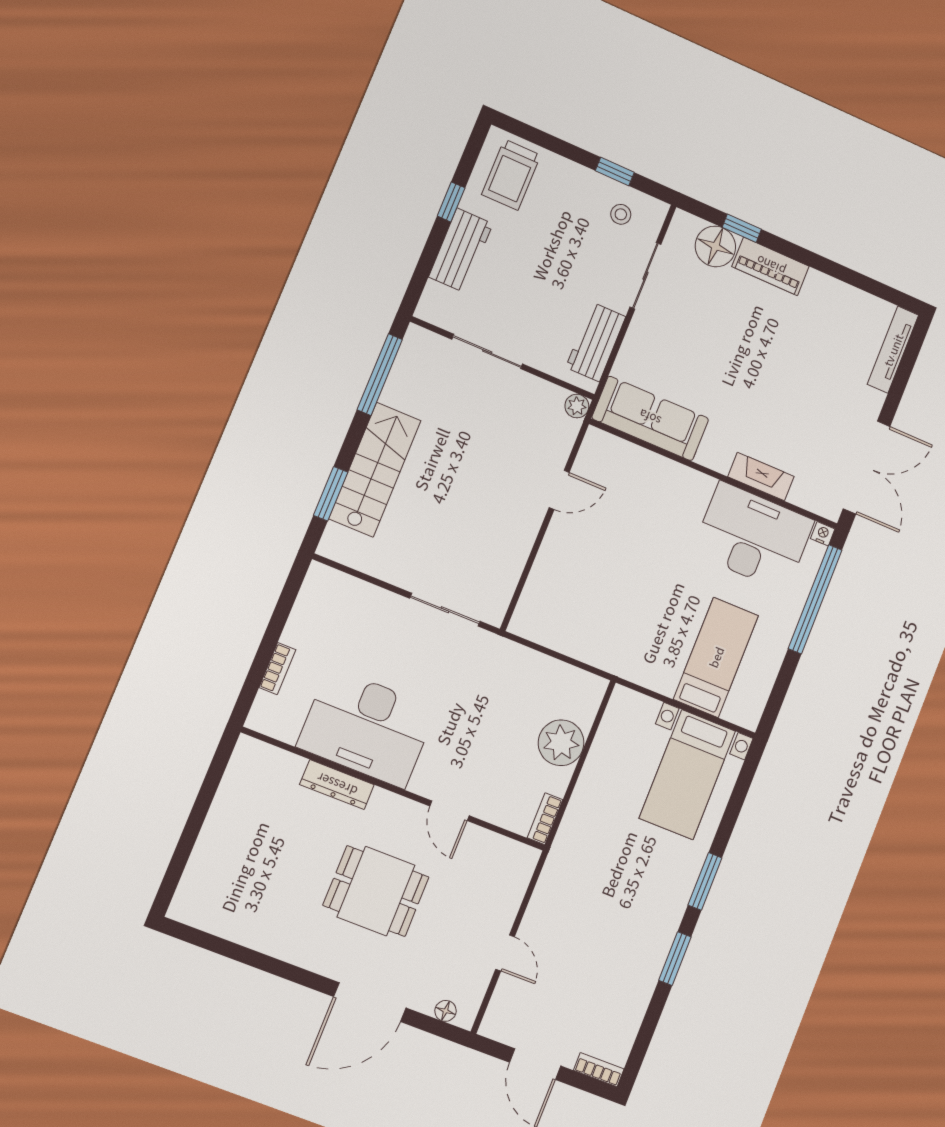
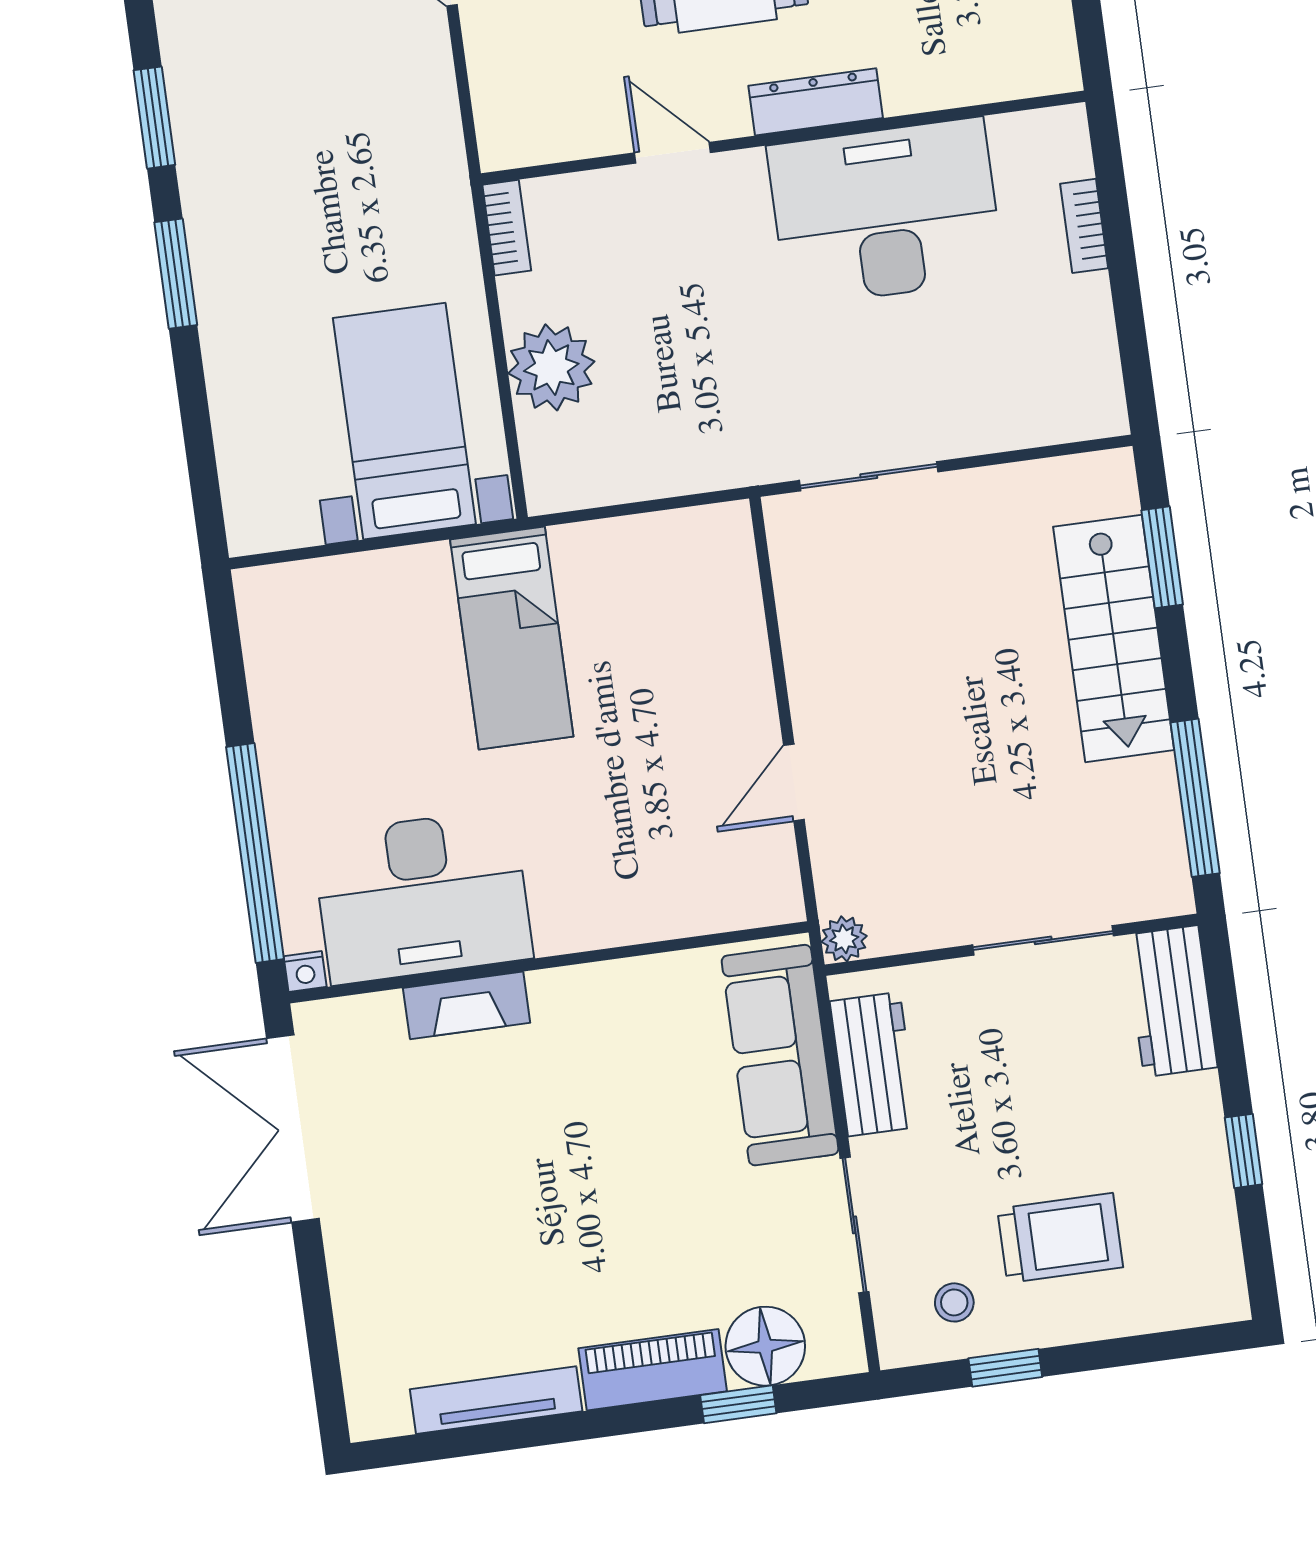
trolley: (511, 175) -> (1060, 1238), moved, turned 90
workbench: (461, 250) -> (1171, 1001), moved
tv unit: (893, 350) -> (496, 1400), moved, turned -90
sofa: (650, 418) -> (780, 1055), moved, turned 90
bed: (716, 657) -> (512, 638), moved
bed with nightstands: (687, 775) -> (404, 421), moved
dresser: (337, 785) -> (816, 102), moved

